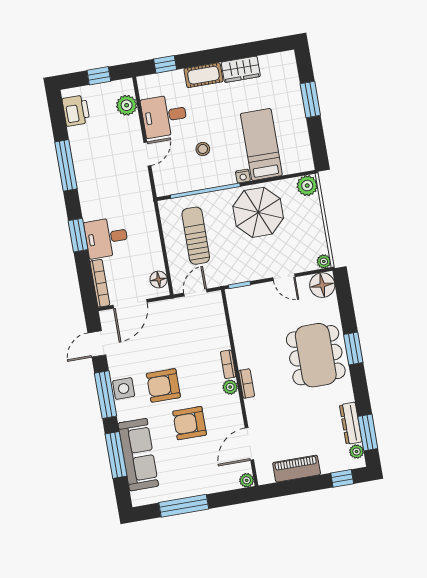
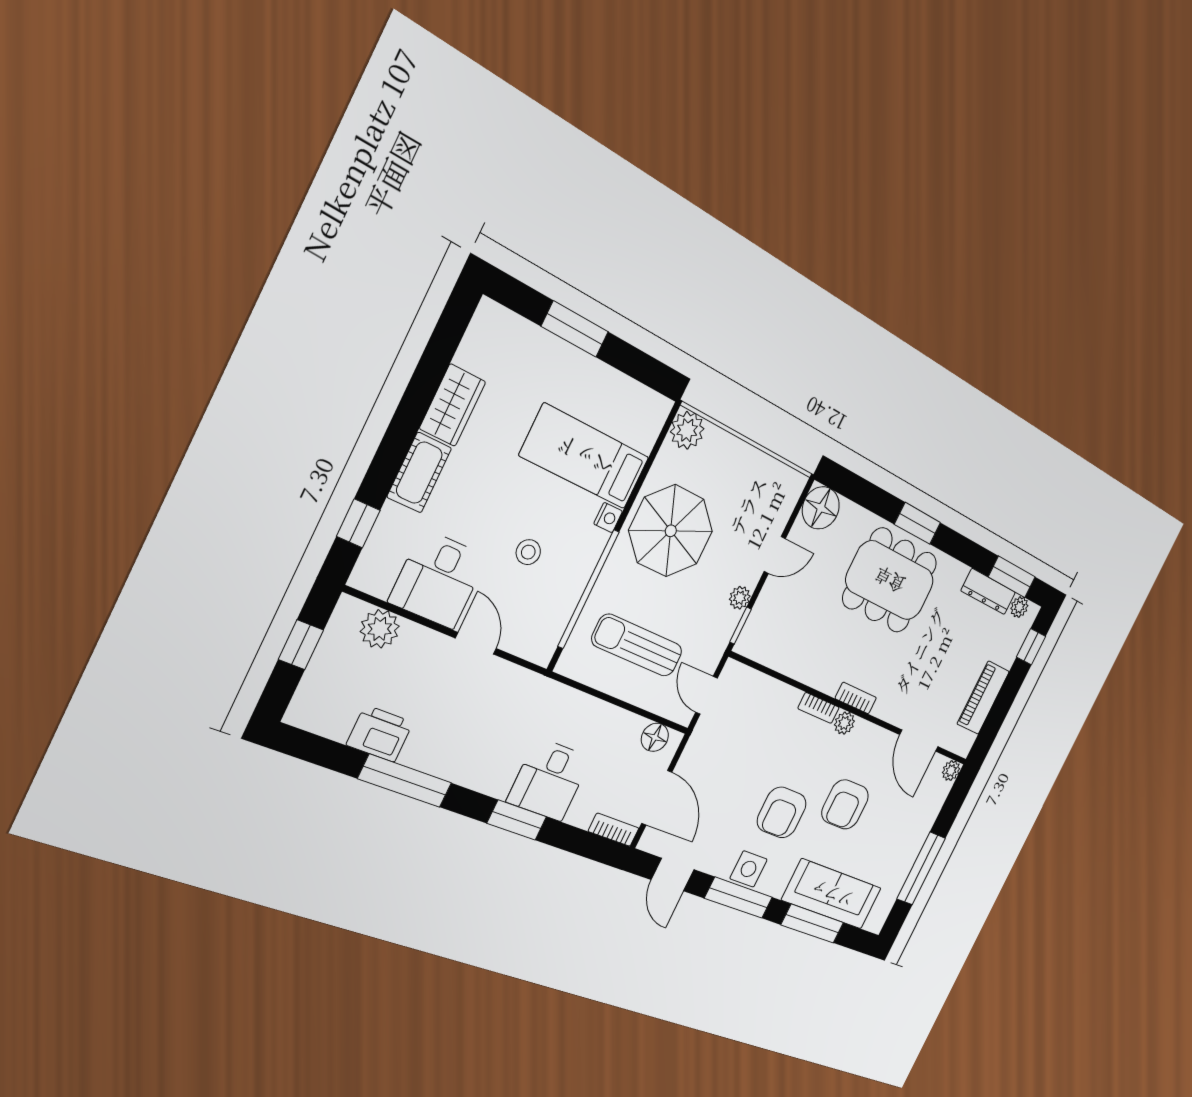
printer: (76, 111) -> (380, 734), moved
plant: (324, 261) -> (740, 598), moved
bookcase: (100, 283) -> (614, 830), width x0.64

